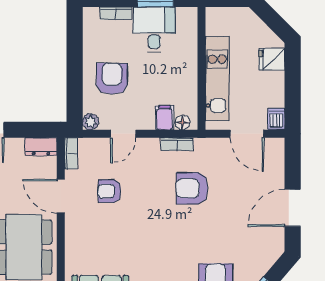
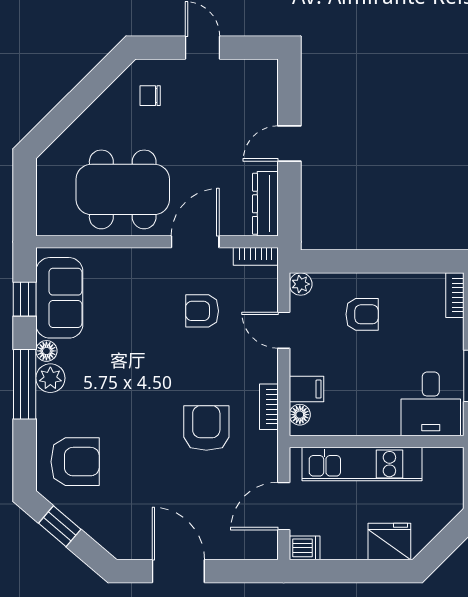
bookcase: (116, 13) -> (455, 295), moved
desk: (154, 29) -> (431, 404), moved, turned 90
fridge: (272, 59) -> (389, 541), width x1.38
armchair: (112, 79) -> (362, 314), width x0.72, depth x0.72
dresser: (41, 147) -> (265, 204), width x1.44
armchair: (109, 191) -> (202, 311), turned -90

